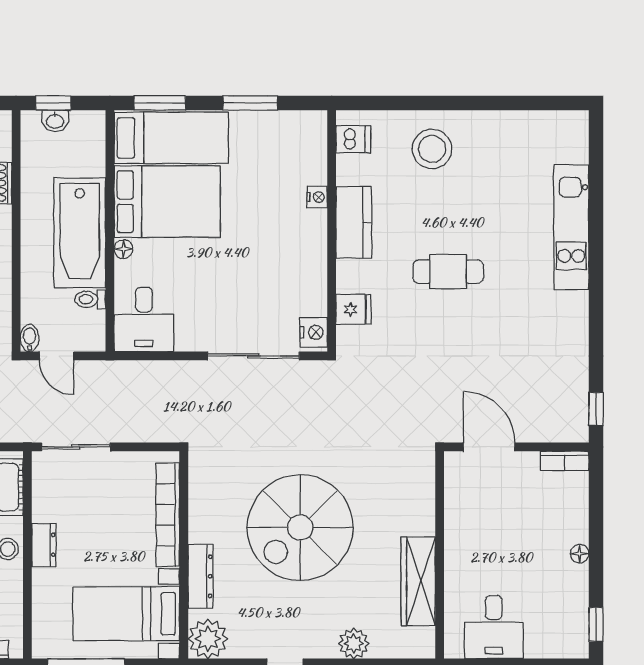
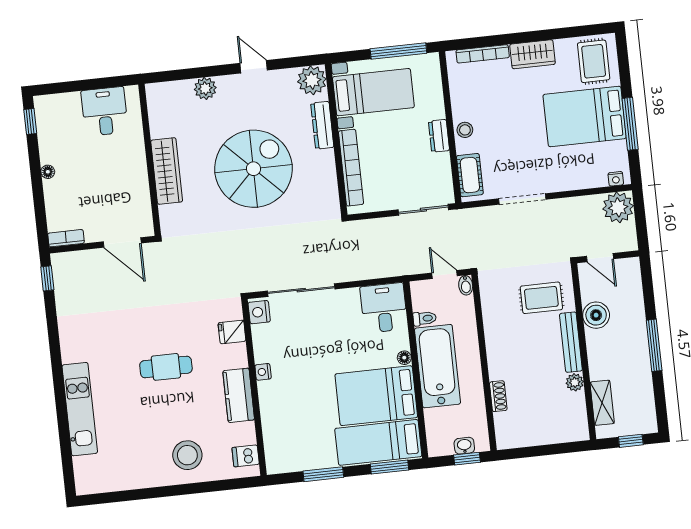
nightstand: (317, 197) -> (263, 372), moved
wardrobe: (418, 581) -> (167, 171), moved

